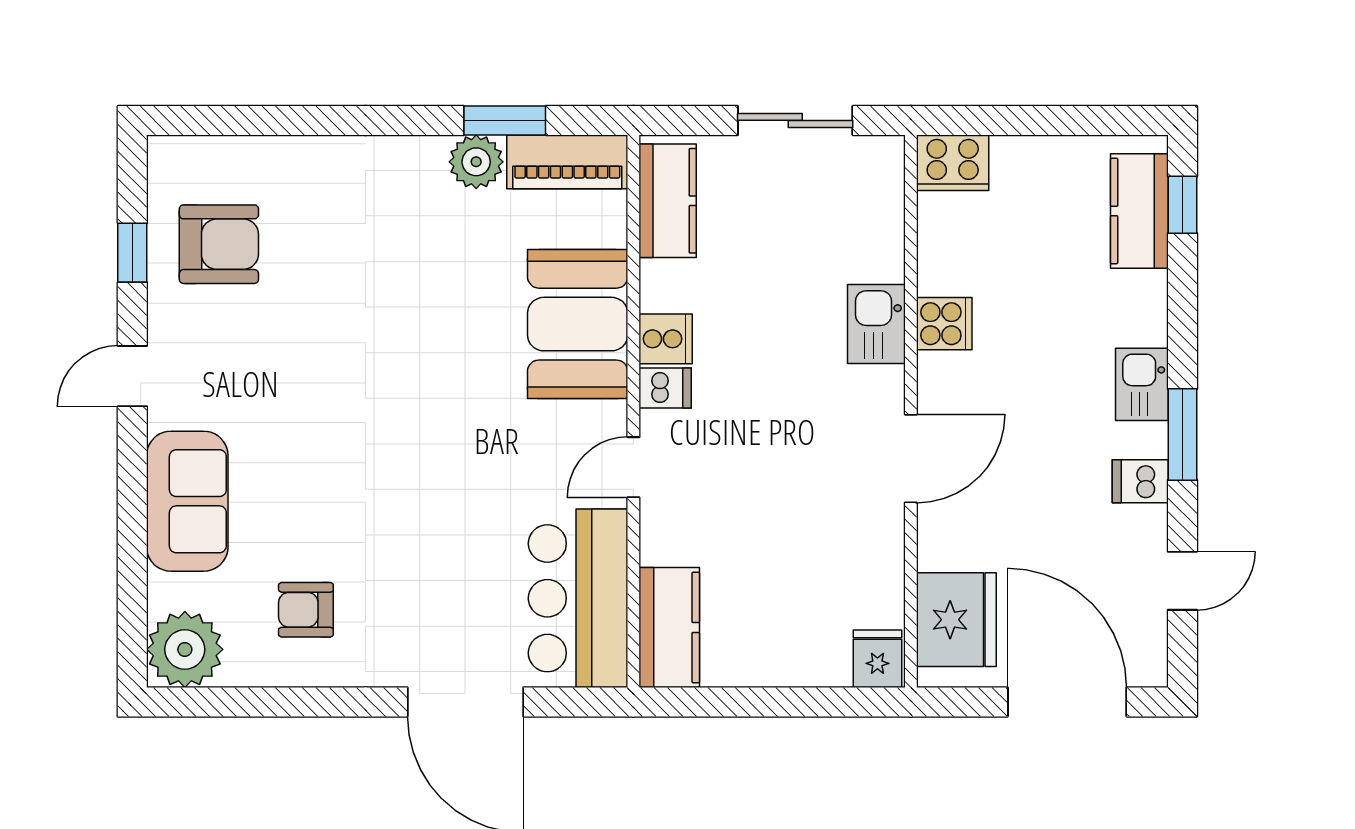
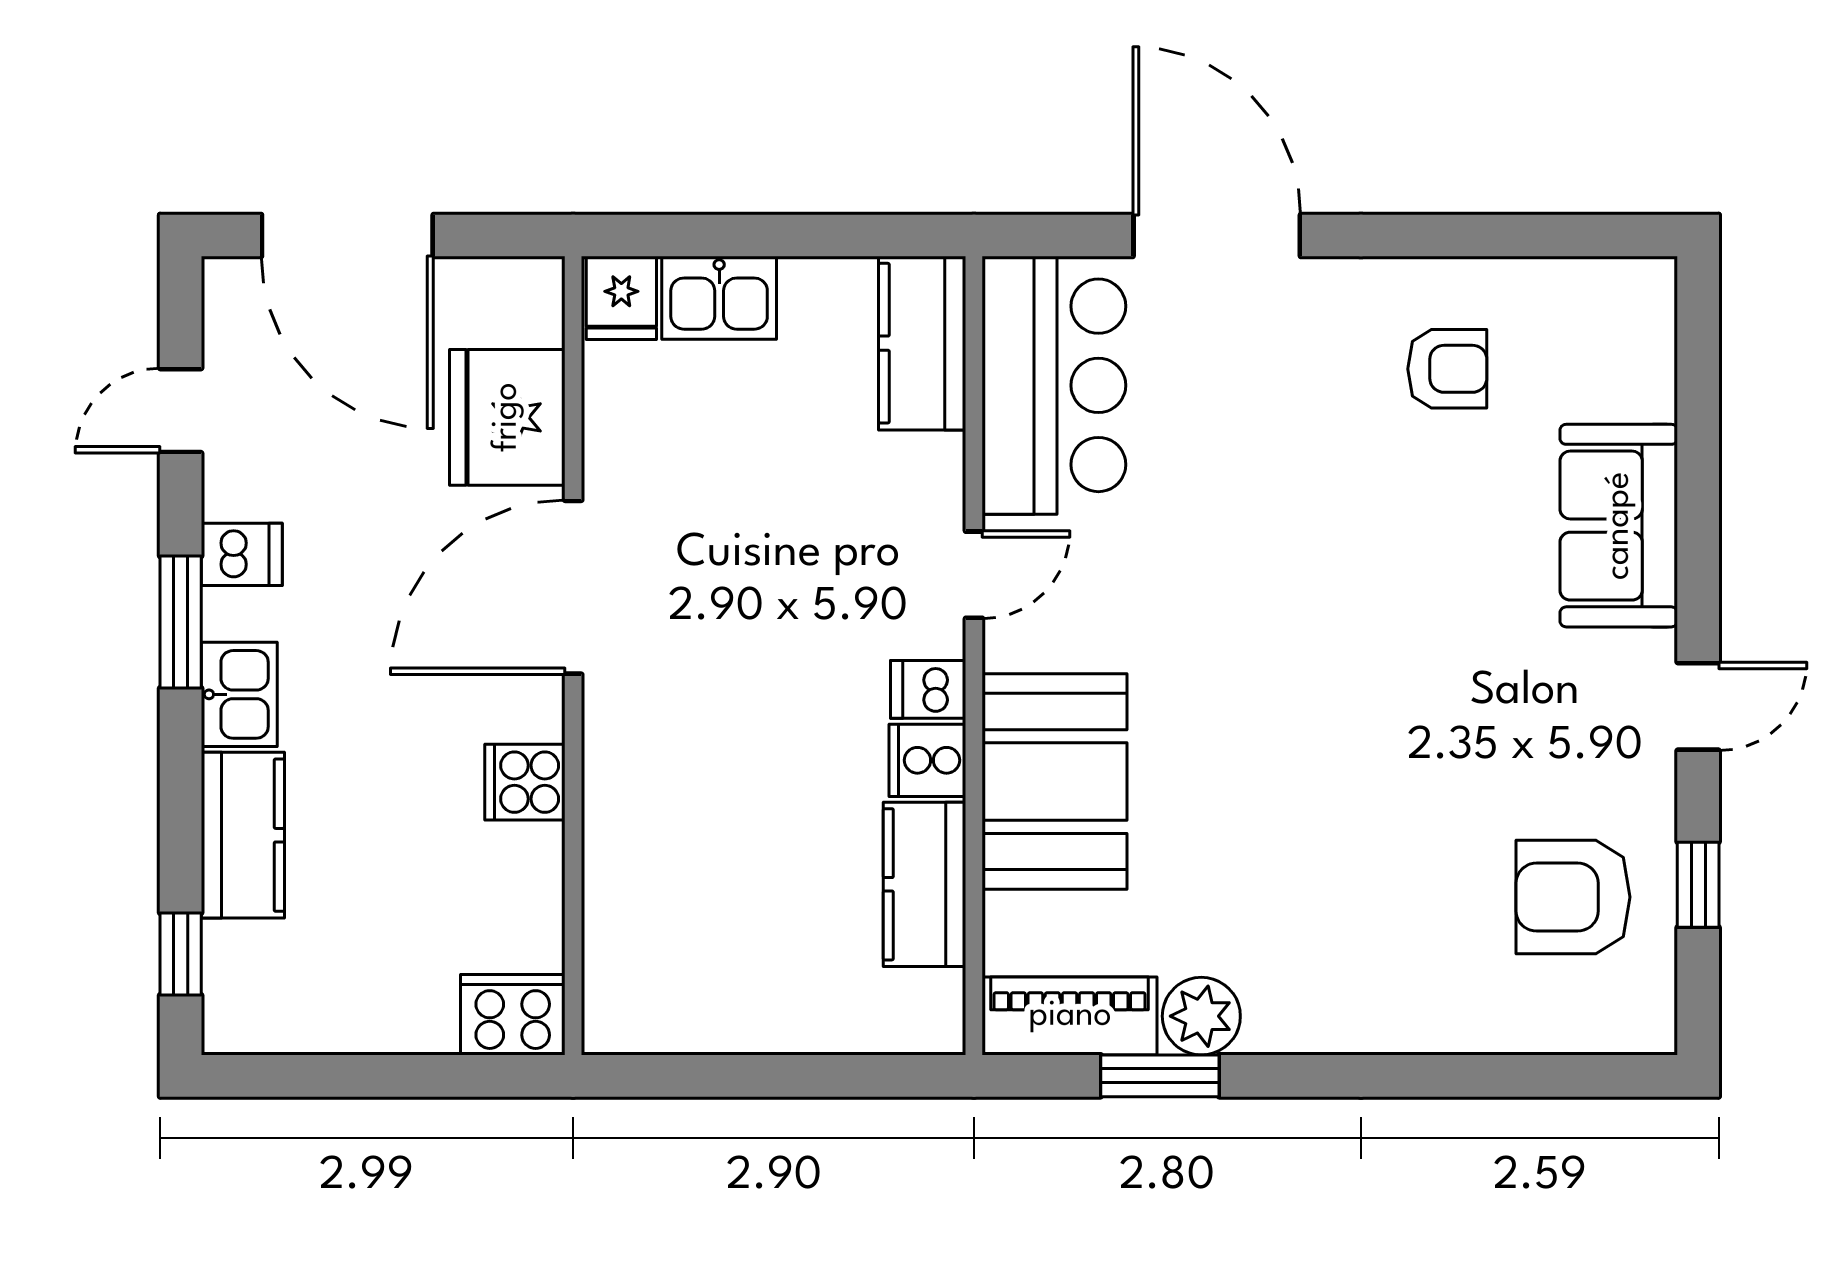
sliding door: (795, 120) -> (740, 1076), removed
kitchen counter: (668, 201) -> (924, 884), moved
kitchen counter: (1139, 211) -> (243, 835), moved
kitchen sink: (876, 324) -> (719, 298), moved, turned 90
door: (911, 459) -> (573, 587), width x1.36
fridge: (956, 620) -> (507, 417), moved
plant: (185, 649) -> (1622, 311), removed

